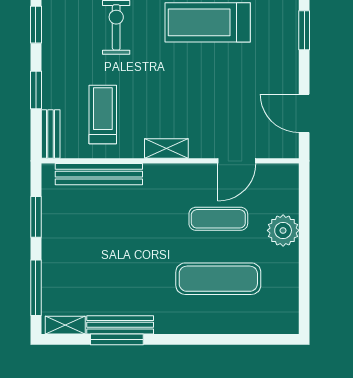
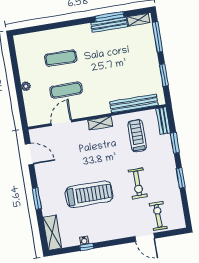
treadmill: (103, 114) -> (137, 136), turned 180
plant: (283, 230) -> (26, 86), width x0.53, depth x0.53
exercise mat: (218, 279) -> (61, 58), width x0.73, depth x0.69

